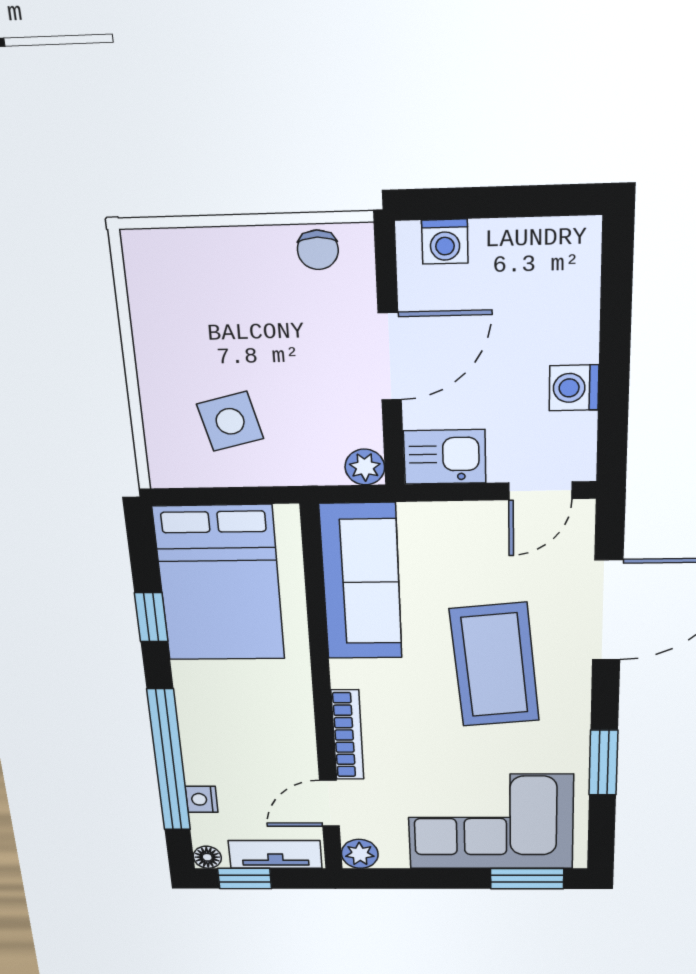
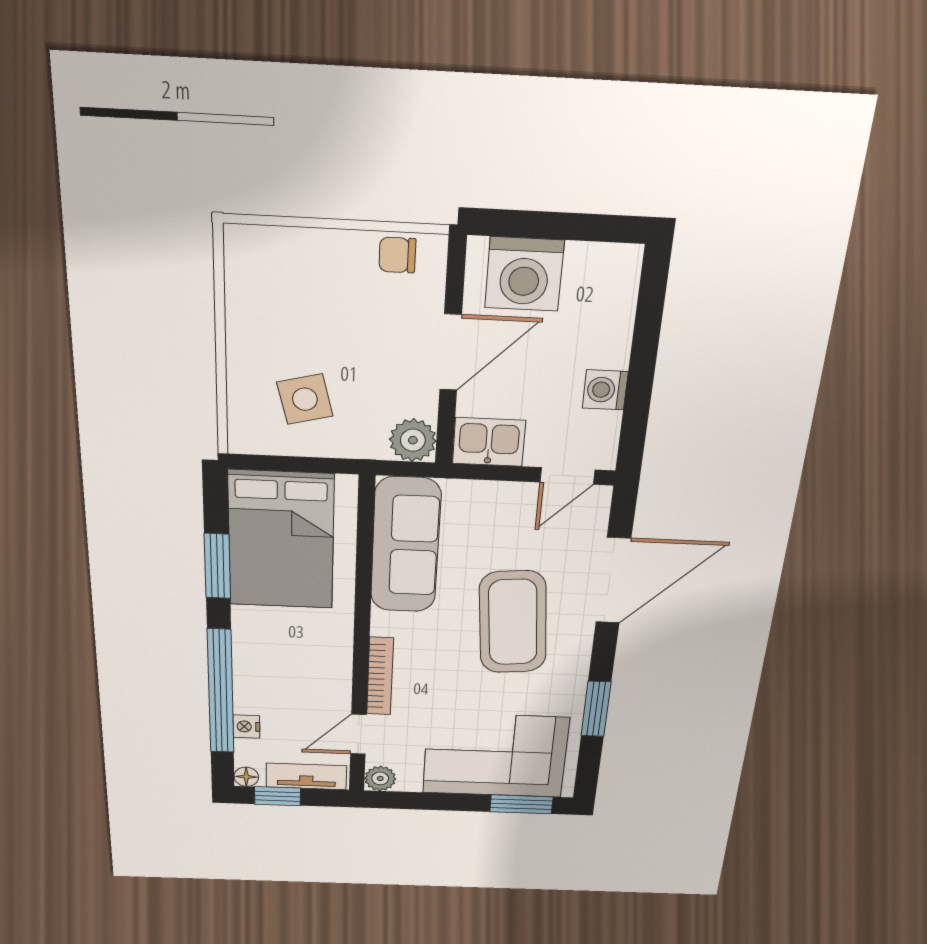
washing machine: (445, 242) -> (524, 274), width x1.89, depth x1.89
chair: (318, 250) -> (397, 255), turned 90
plant: (365, 467) -> (413, 440), width x1.38, depth x1.38
window: (151, 617) -> (217, 566), width x1.50

